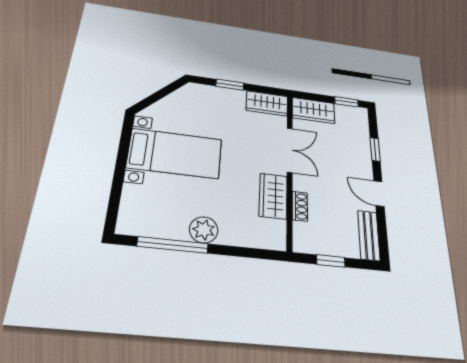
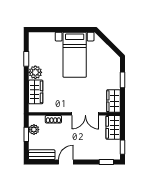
window: (375, 149) -> (106, 162), moved
wardrobe: (273, 196) -> (36, 92), moved, turned 90
window: (173, 245) -> (26, 59), width x0.46
plant: (321, 245) -> (34, 130), added

